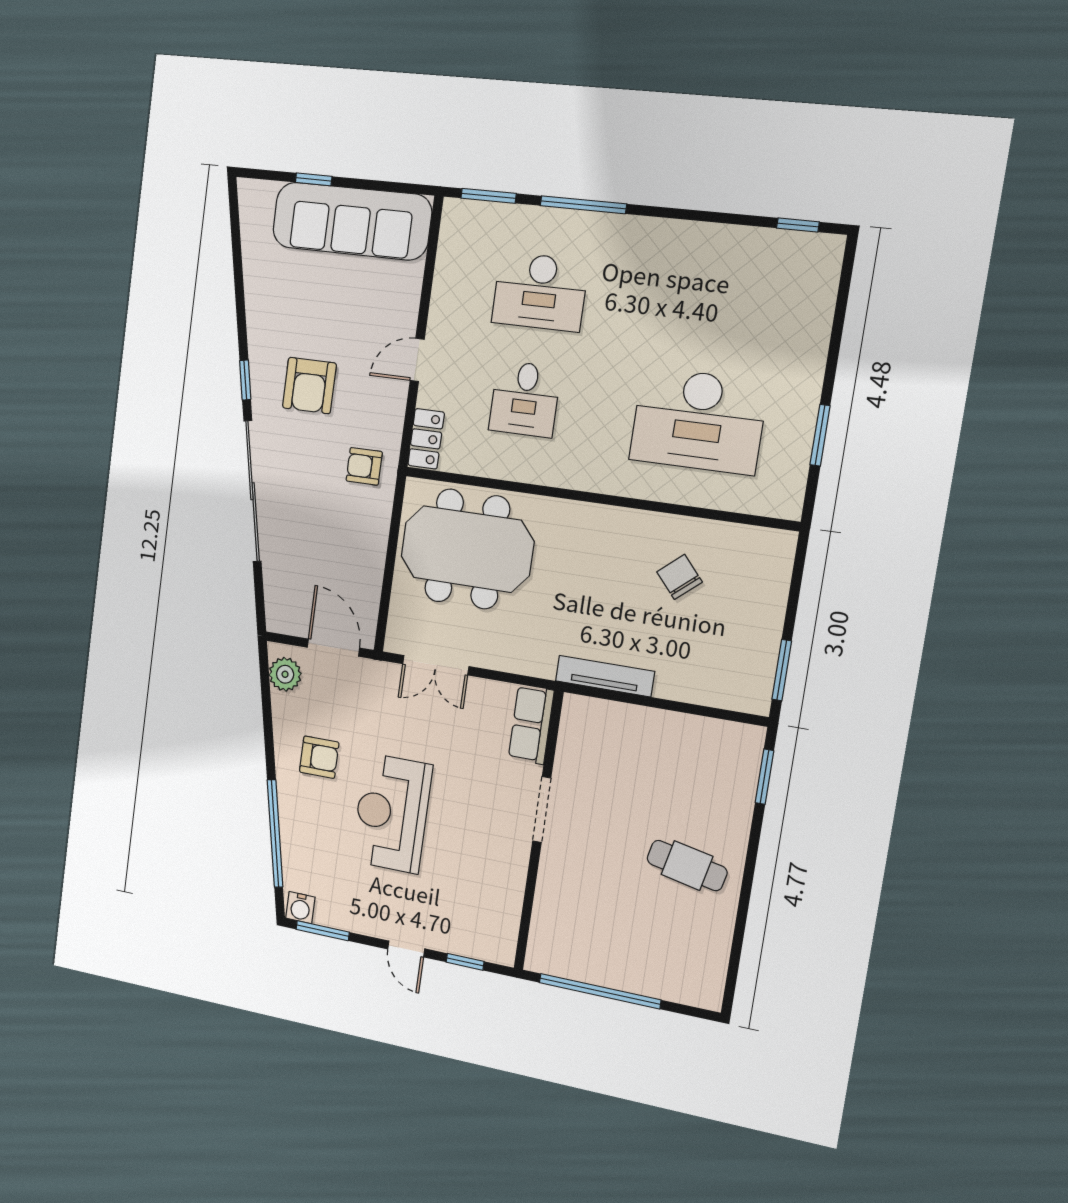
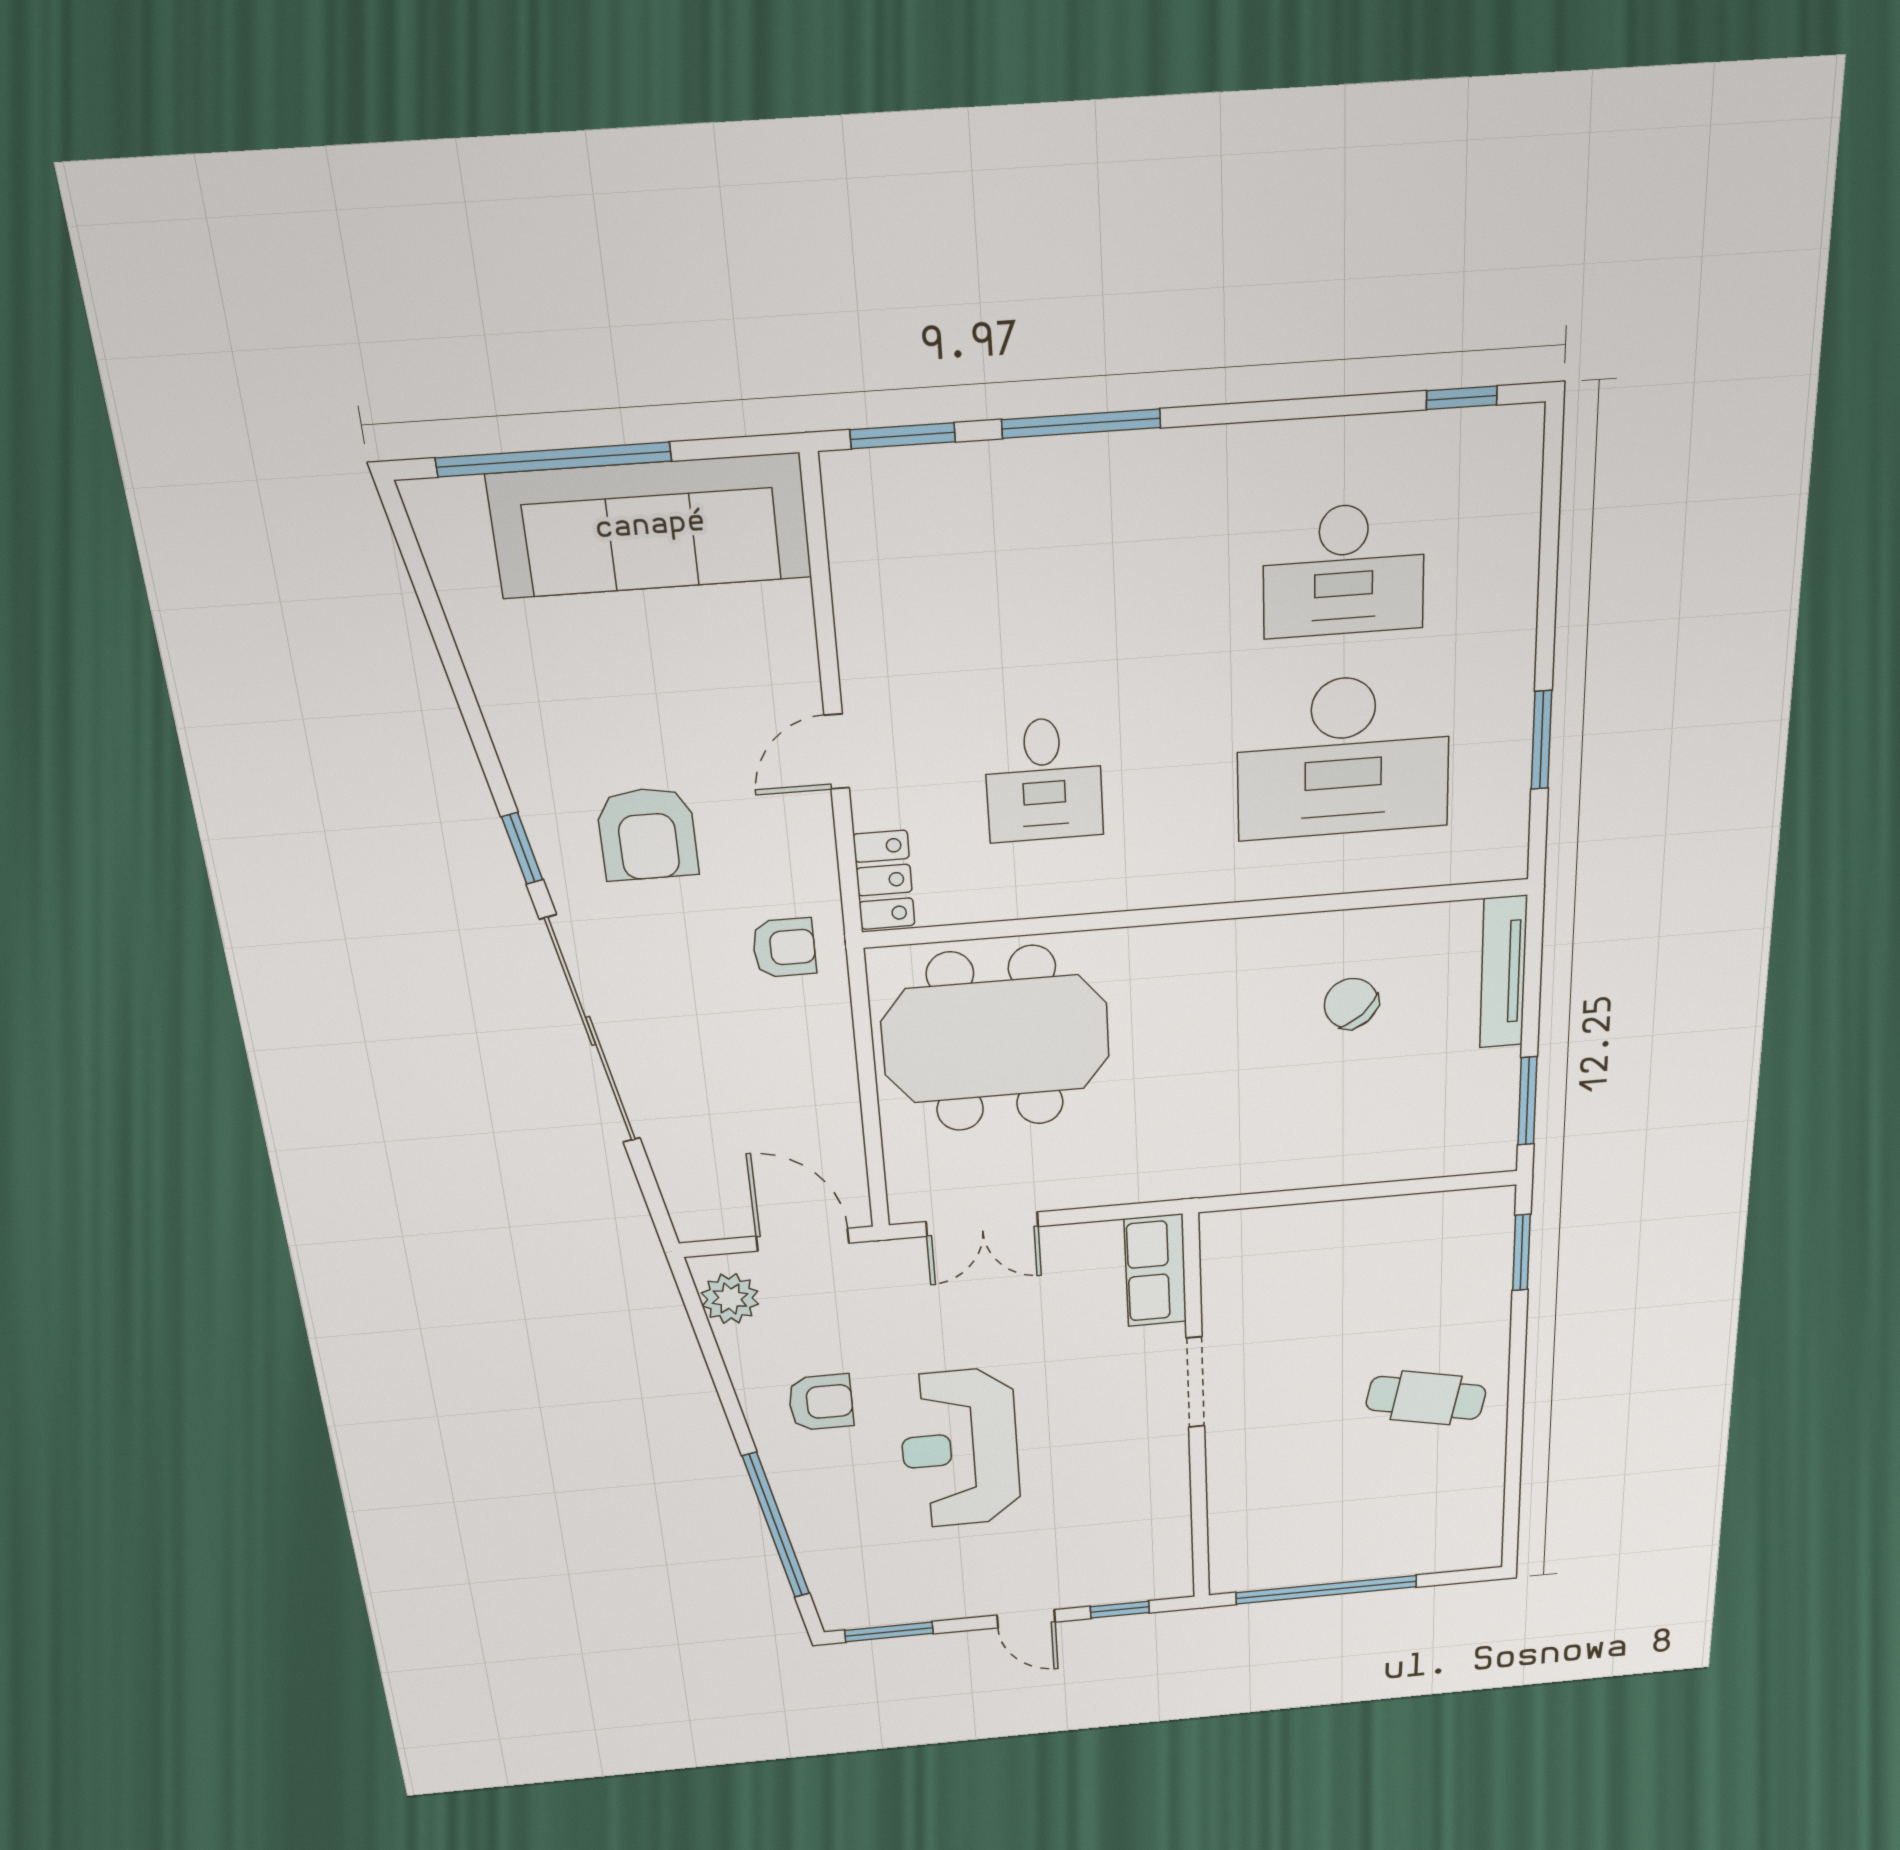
window: (314, 179) -> (554, 459), width x3.17
desk: (540, 292) -> (1344, 570), moved
armchair: (364, 466) -> (784, 948), turned 180
tv unit: (605, 676) -> (1503, 972), moved, turned -90
water cooler: (300, 908) -> (845, 1612), removed

